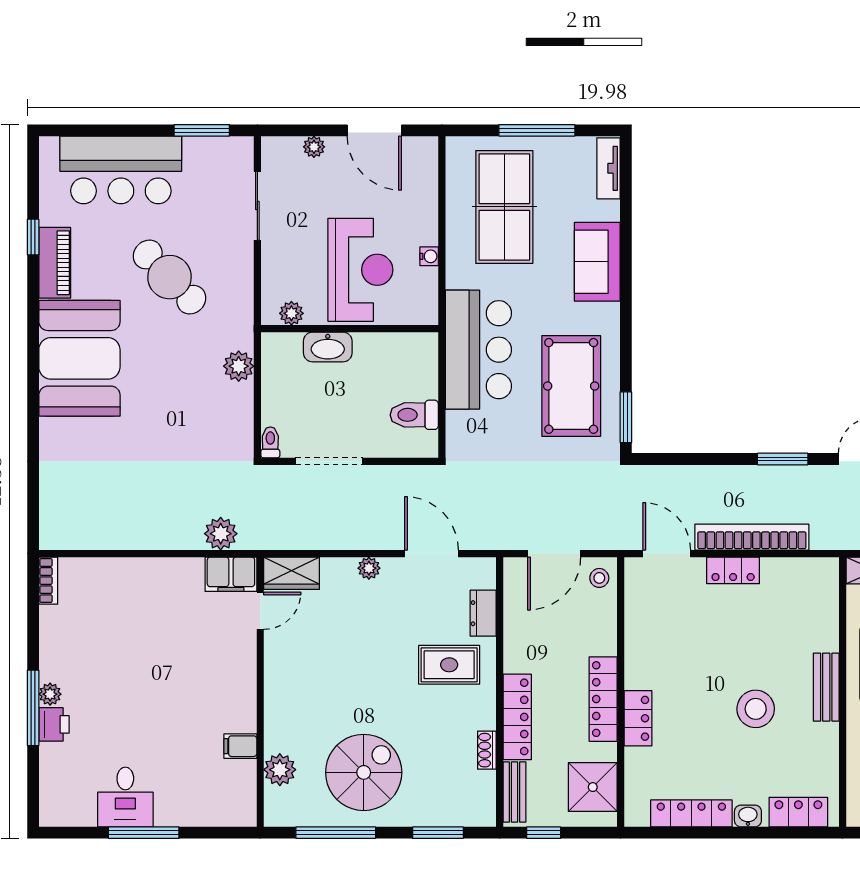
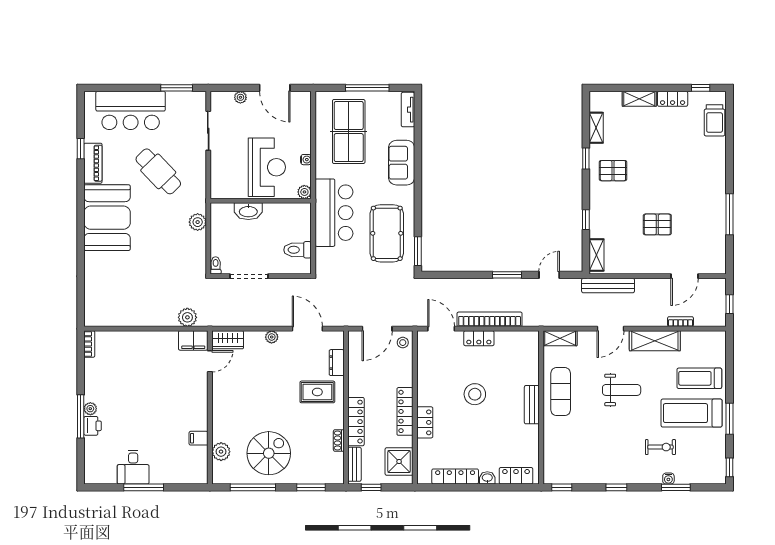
plant: (291, 313) -> (304, 192), moved
stool: (756, 709) -> (475, 394), moved

